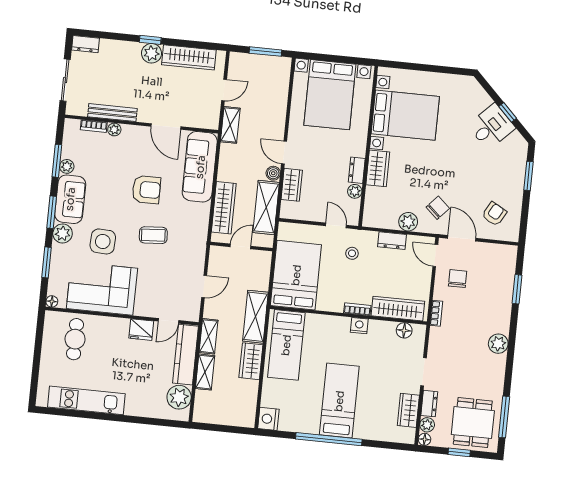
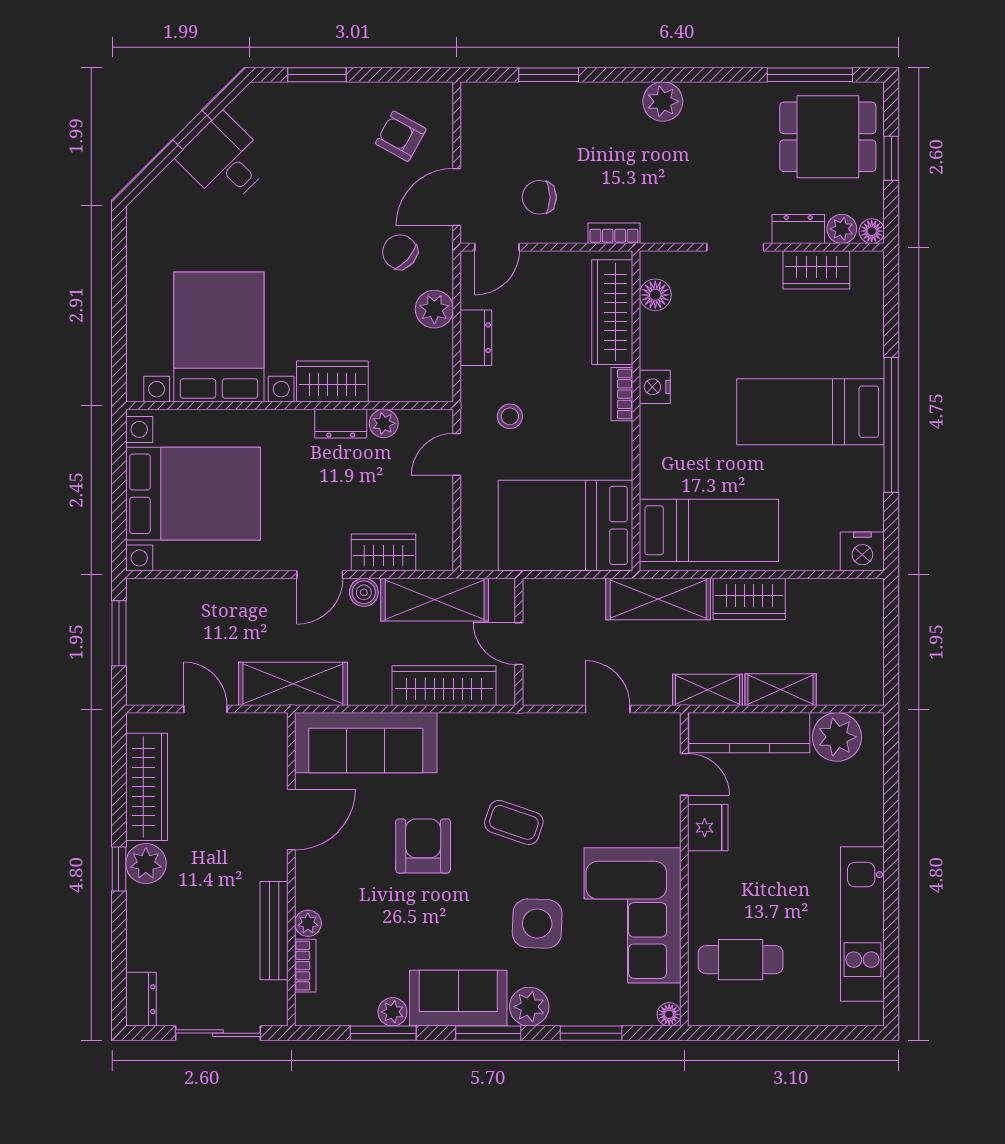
shelving: (230, 125) -> (293, 684), width x1.50, depth x1.33
coffee table: (153, 235) -> (514, 822), turned -67

